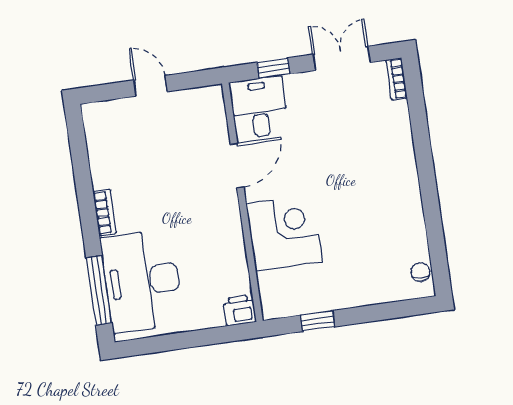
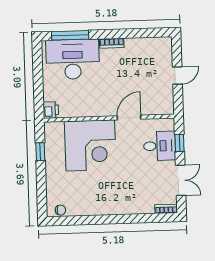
desk: (259, 107) -> (160, 146), moved
door: (237, 166) -> (129, 118), swing flipped
corner desk: (284, 233) -> (90, 145), width x1.36, depth x1.36

